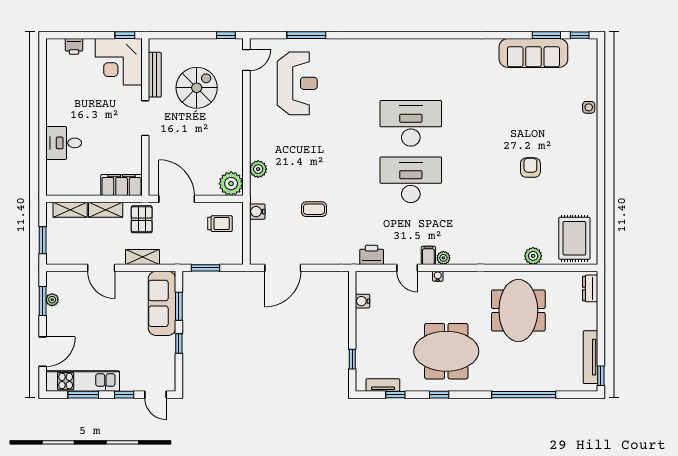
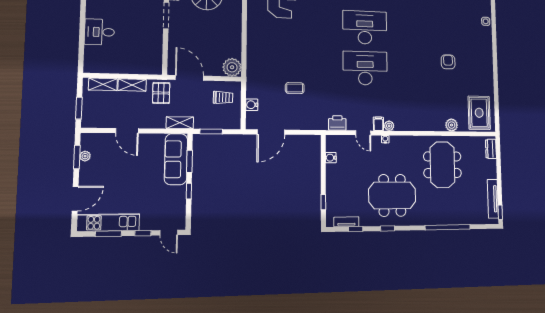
plant: (258, 169) -> (253, 57), removed
filing cabinet: (122, 185) -> (146, 66), removed
water cooler: (257, 212) -> (252, 105), moved
shelving: (143, 257) -> (180, 123), moved

